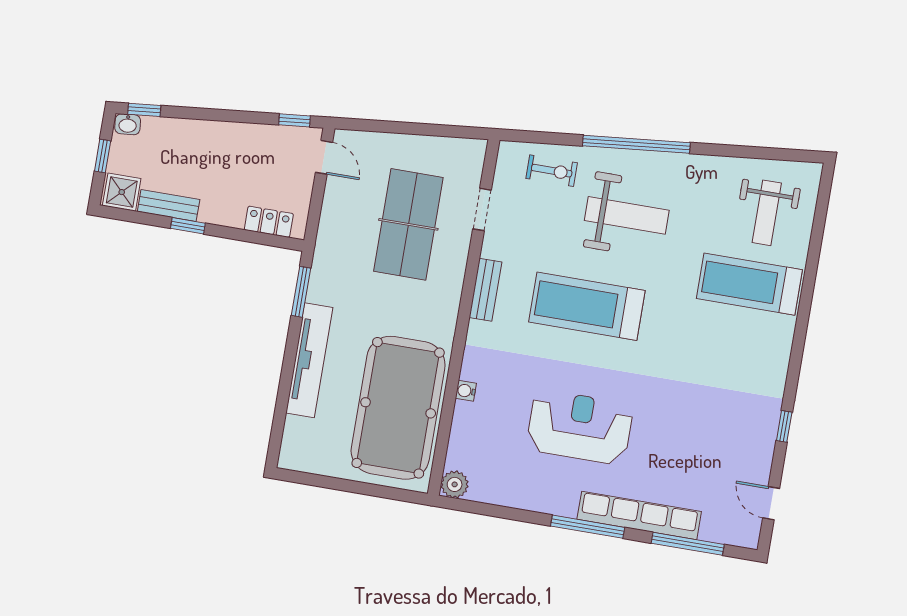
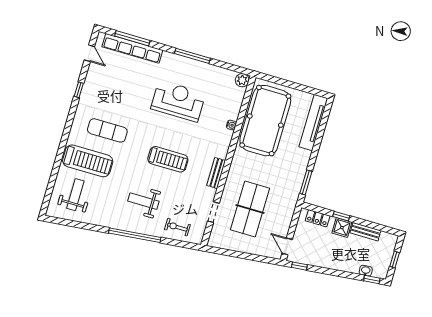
washbasin: (128, 124) -> (366, 271), moved
shower: (122, 192) -> (342, 228), moved
weight bench: (627, 215) -> (143, 201), width x0.73, depth x0.75
window: (188, 226) -> (341, 216), moved
treadmill: (587, 306) -> (168, 159), width x0.73, depth x0.73
exercise mat: (717, 351) -> (107, 130), added
tv unit: (309, 360) -> (313, 122), moved
reception desk: (580, 427) -> (178, 101), turned 180
row of seats: (639, 515) -> (132, 48), moved
window: (588, 527) -> (192, 56), moved

